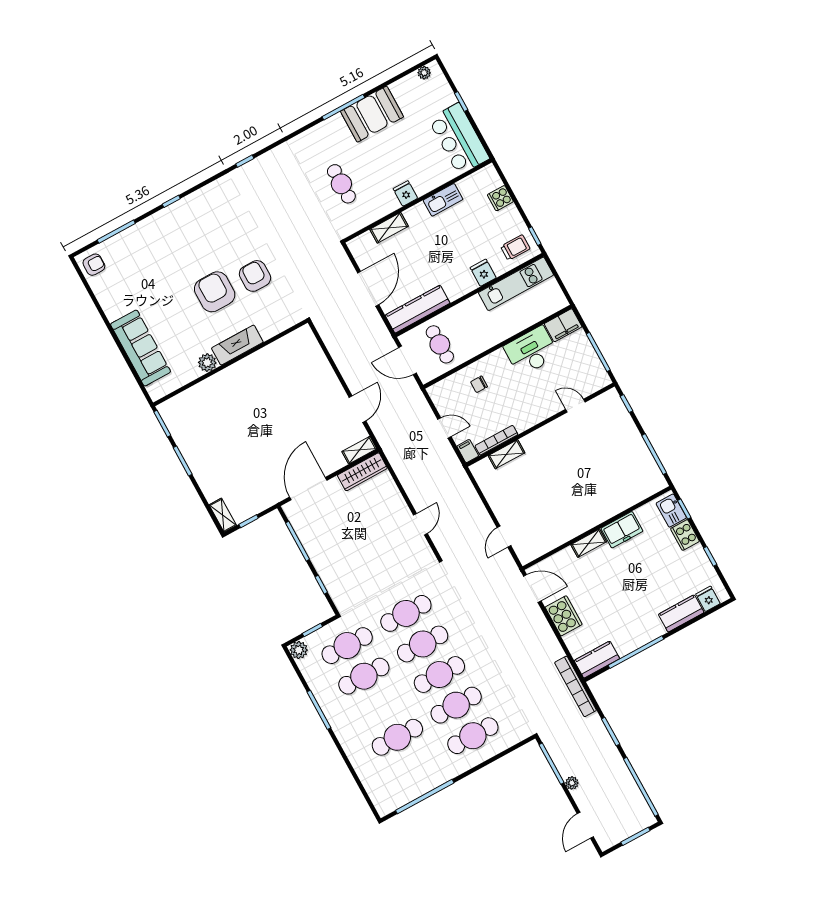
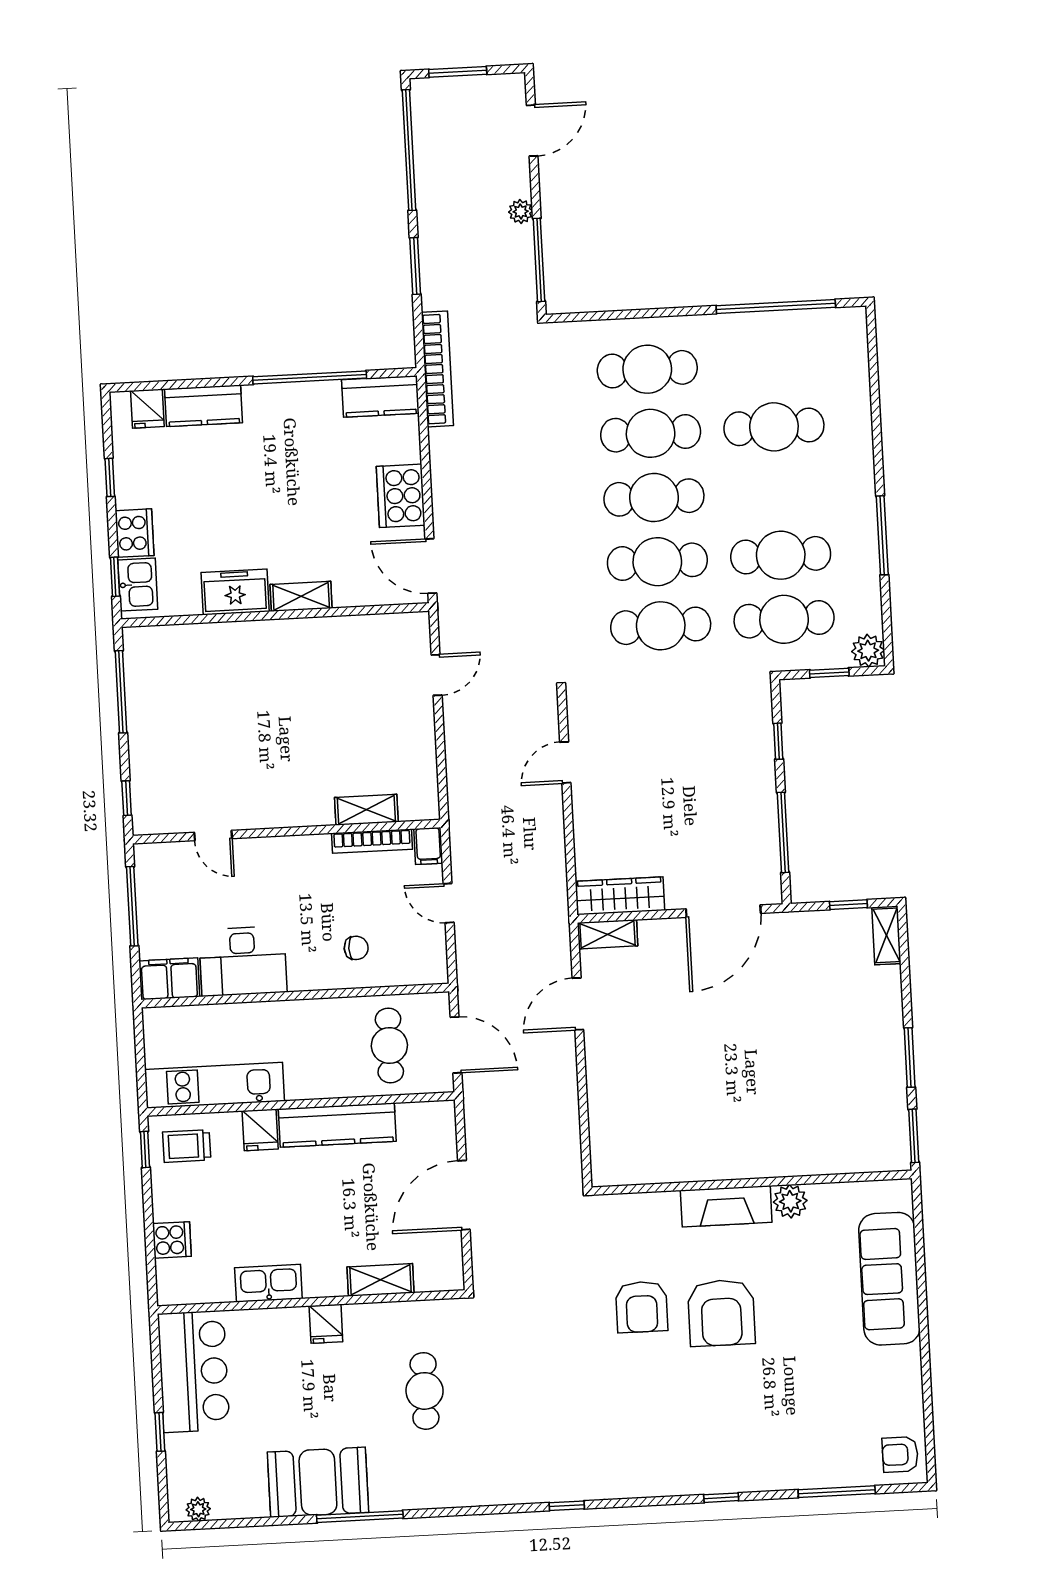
kitchen counter: (418, 309) -> (337, 1125), moved

